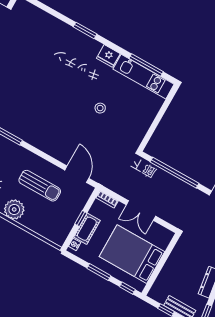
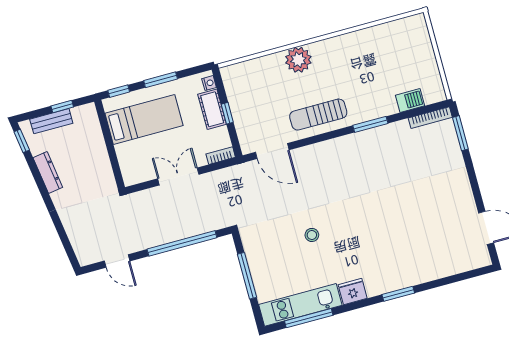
window: (157, 121) -> (247, 276), added
sun lounger: (40, 186) -> (318, 115), moved
bed: (132, 254) -> (144, 119), width x0.67

